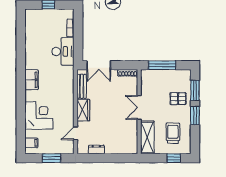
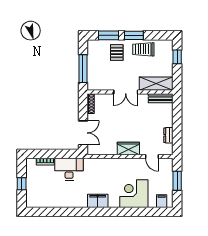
bench: (82, 86) -> (161, 98), moved
trolley: (173, 133) -> (143, 49), moved

